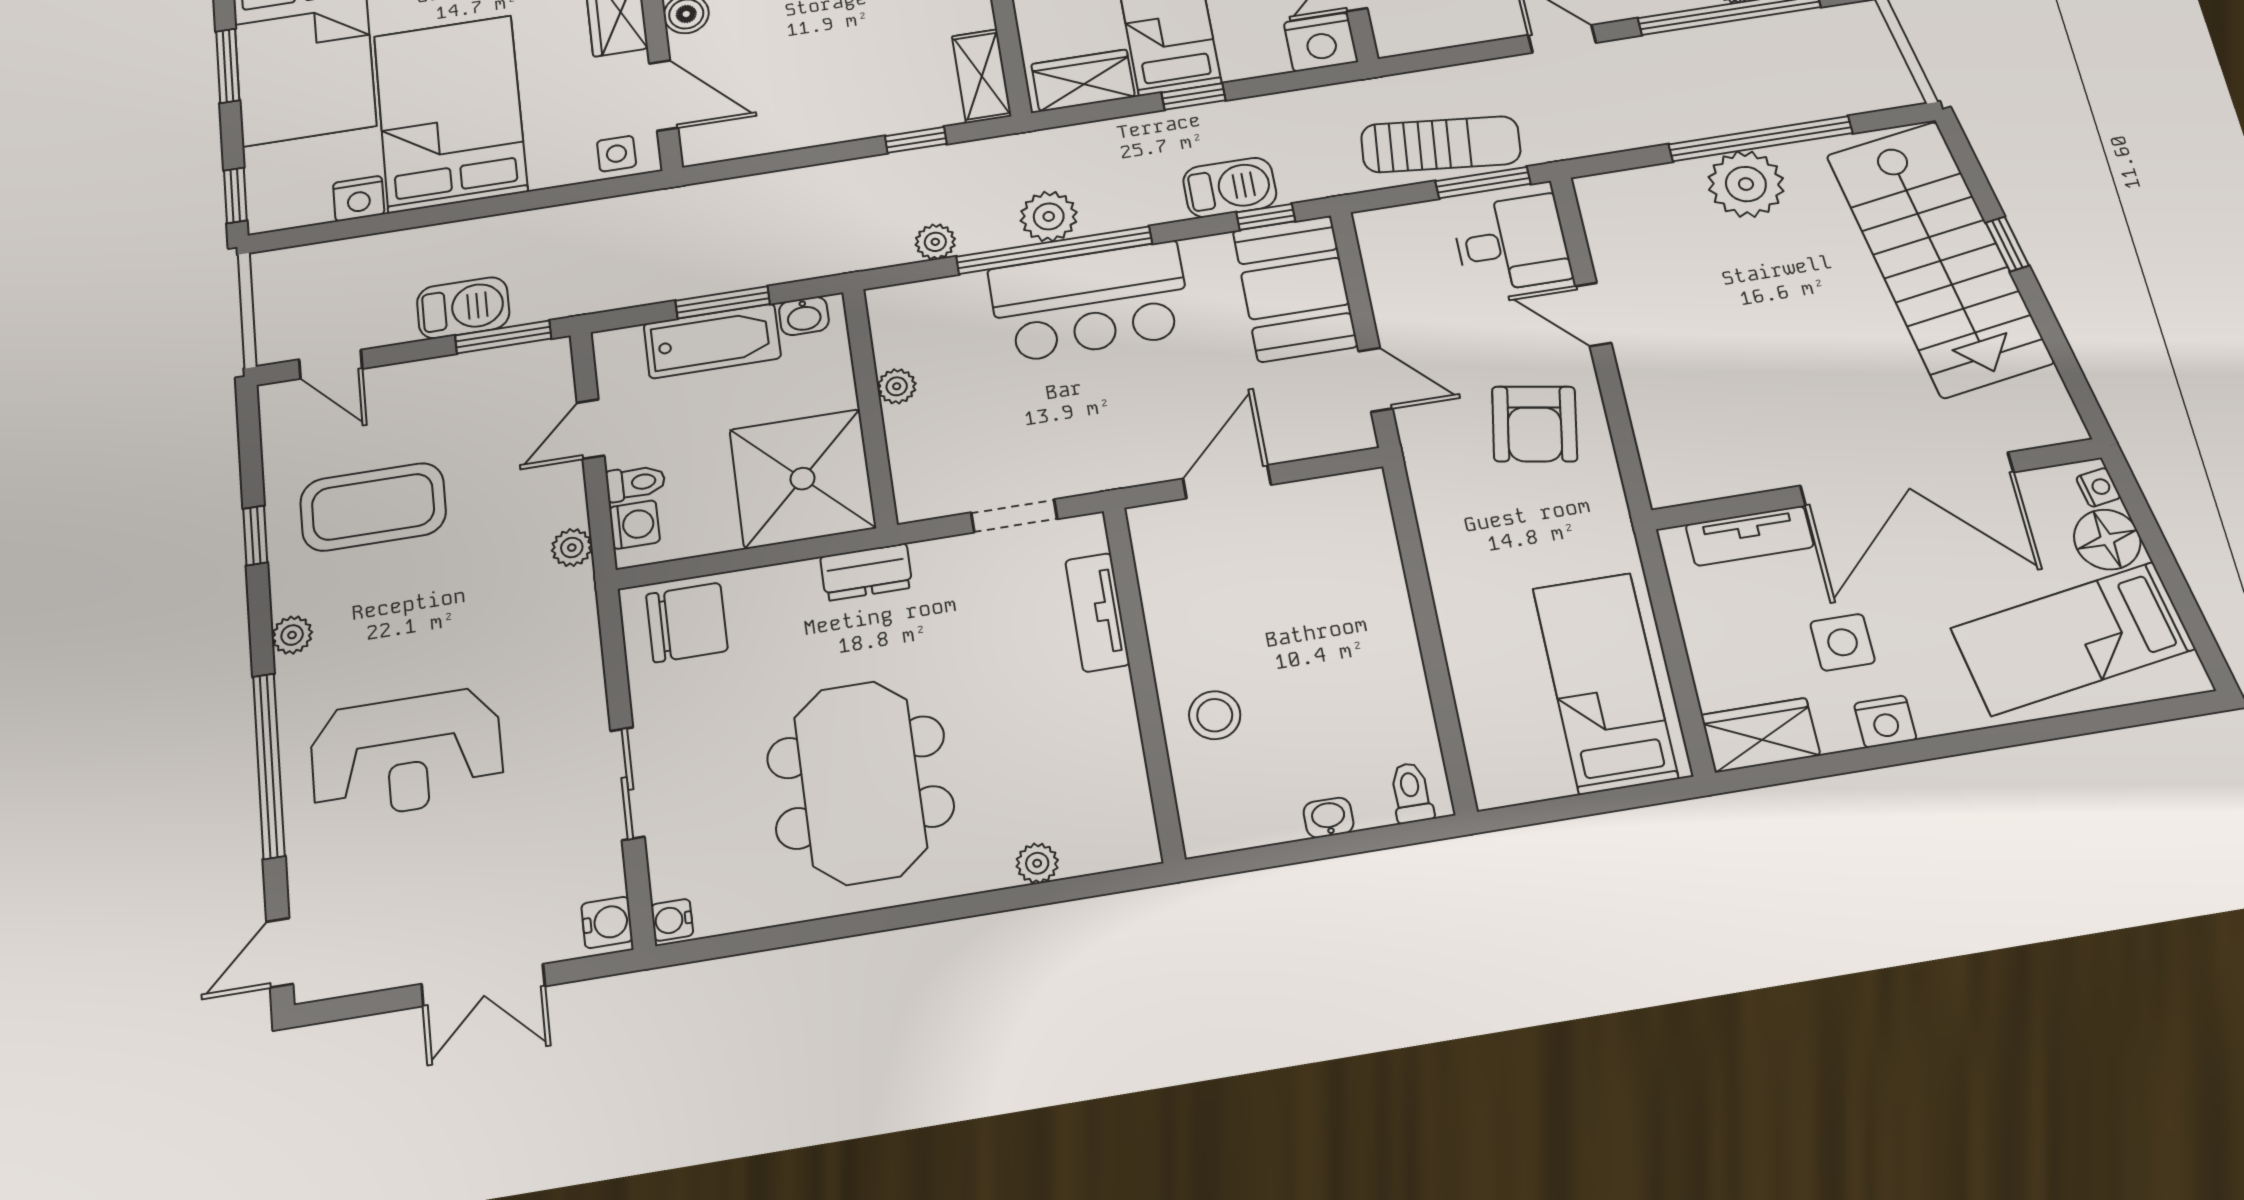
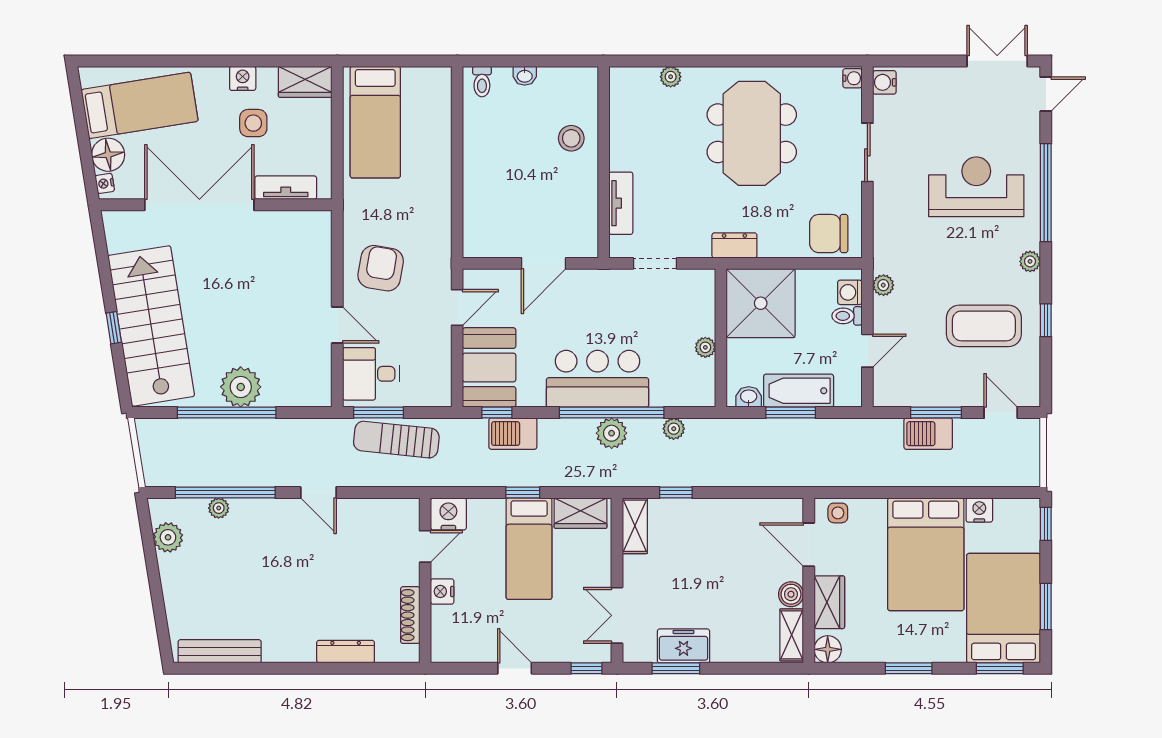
window: (503, 337) -> (936, 413), moved
door: (1375, 380) -> (457, 307), swing flipped
double door: (483, 985) -> (997, 61), moved

